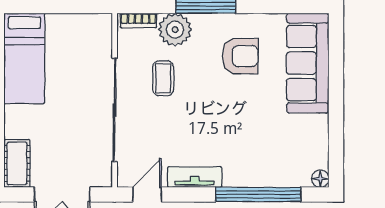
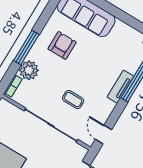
coffee table: (163, 78) -> (73, 100), moved
tv unit: (195, 177) -> (120, 87), moved

